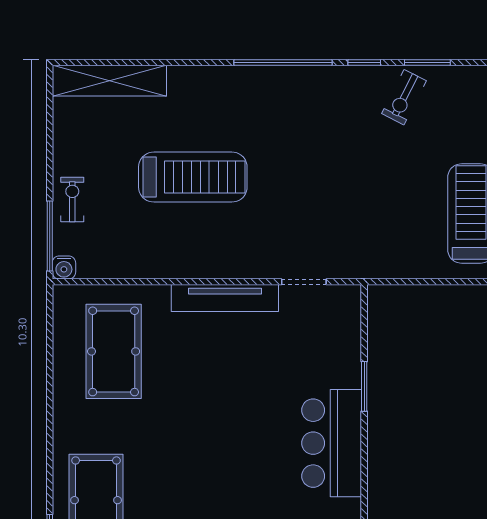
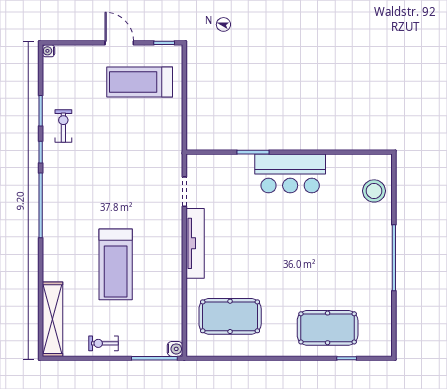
exercise bike: (404, 97) -> (63, 126), turned -117
treadmill: (193, 177) -> (116, 264), turned 180
exercise bike: (72, 199) -> (103, 343), moved

